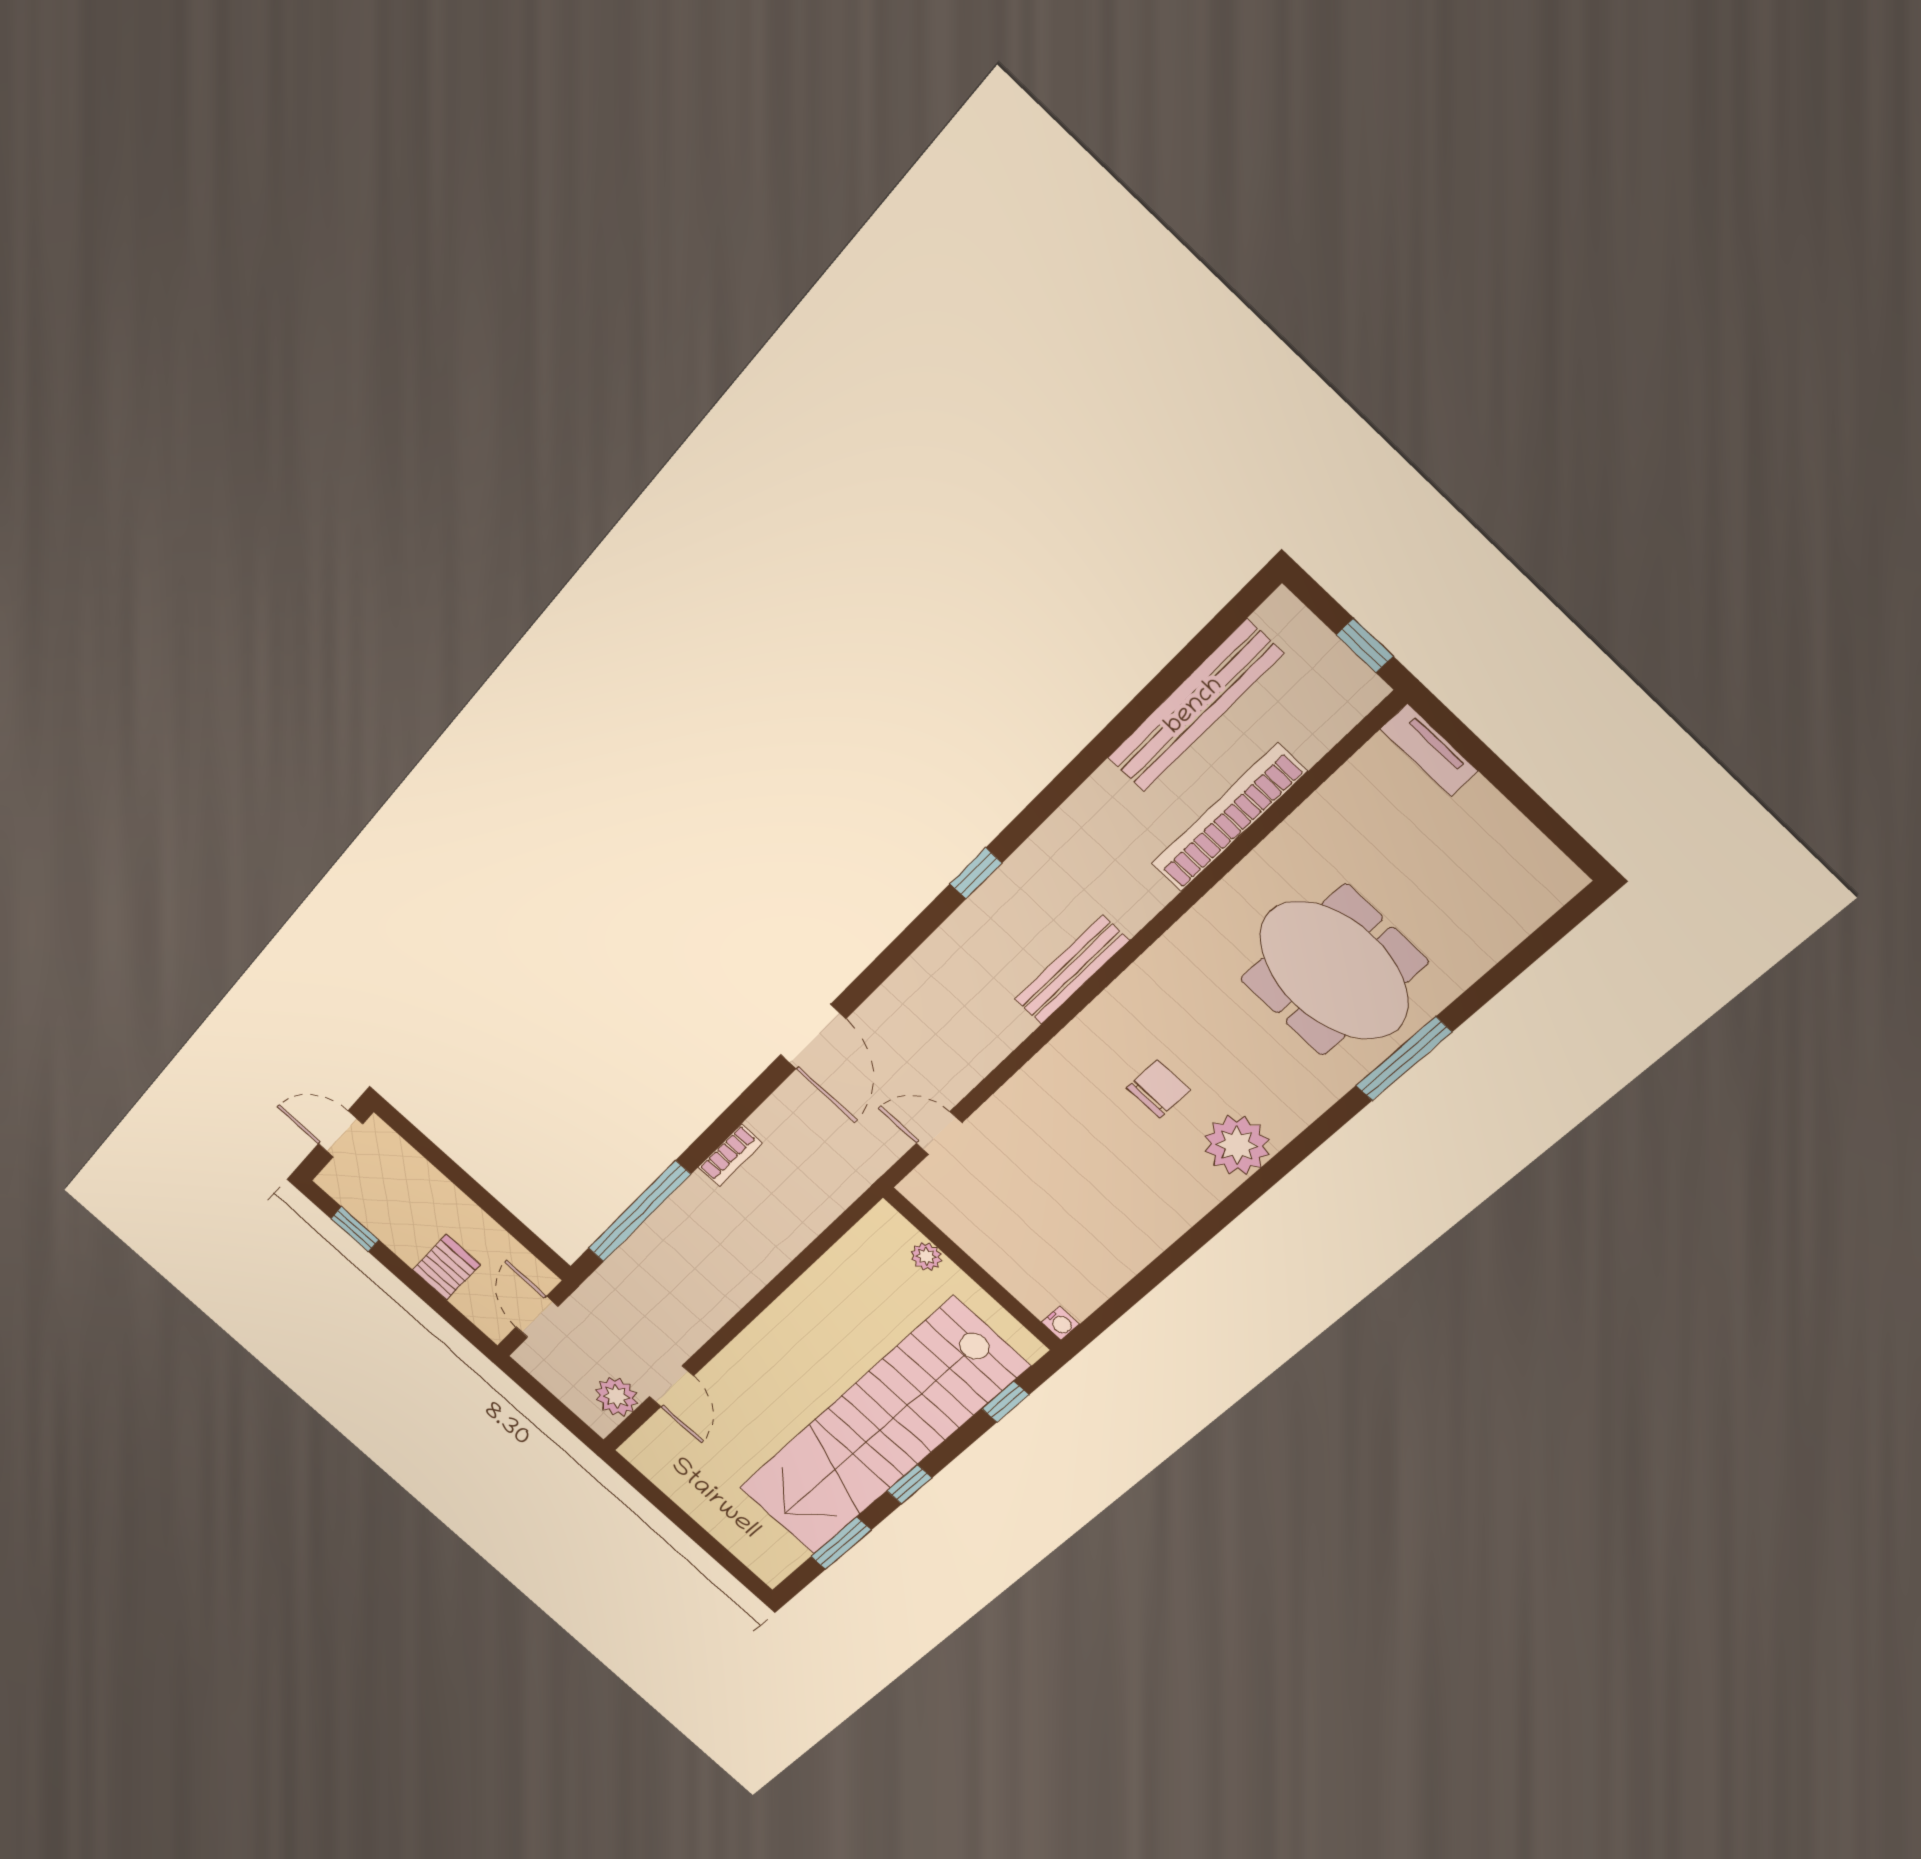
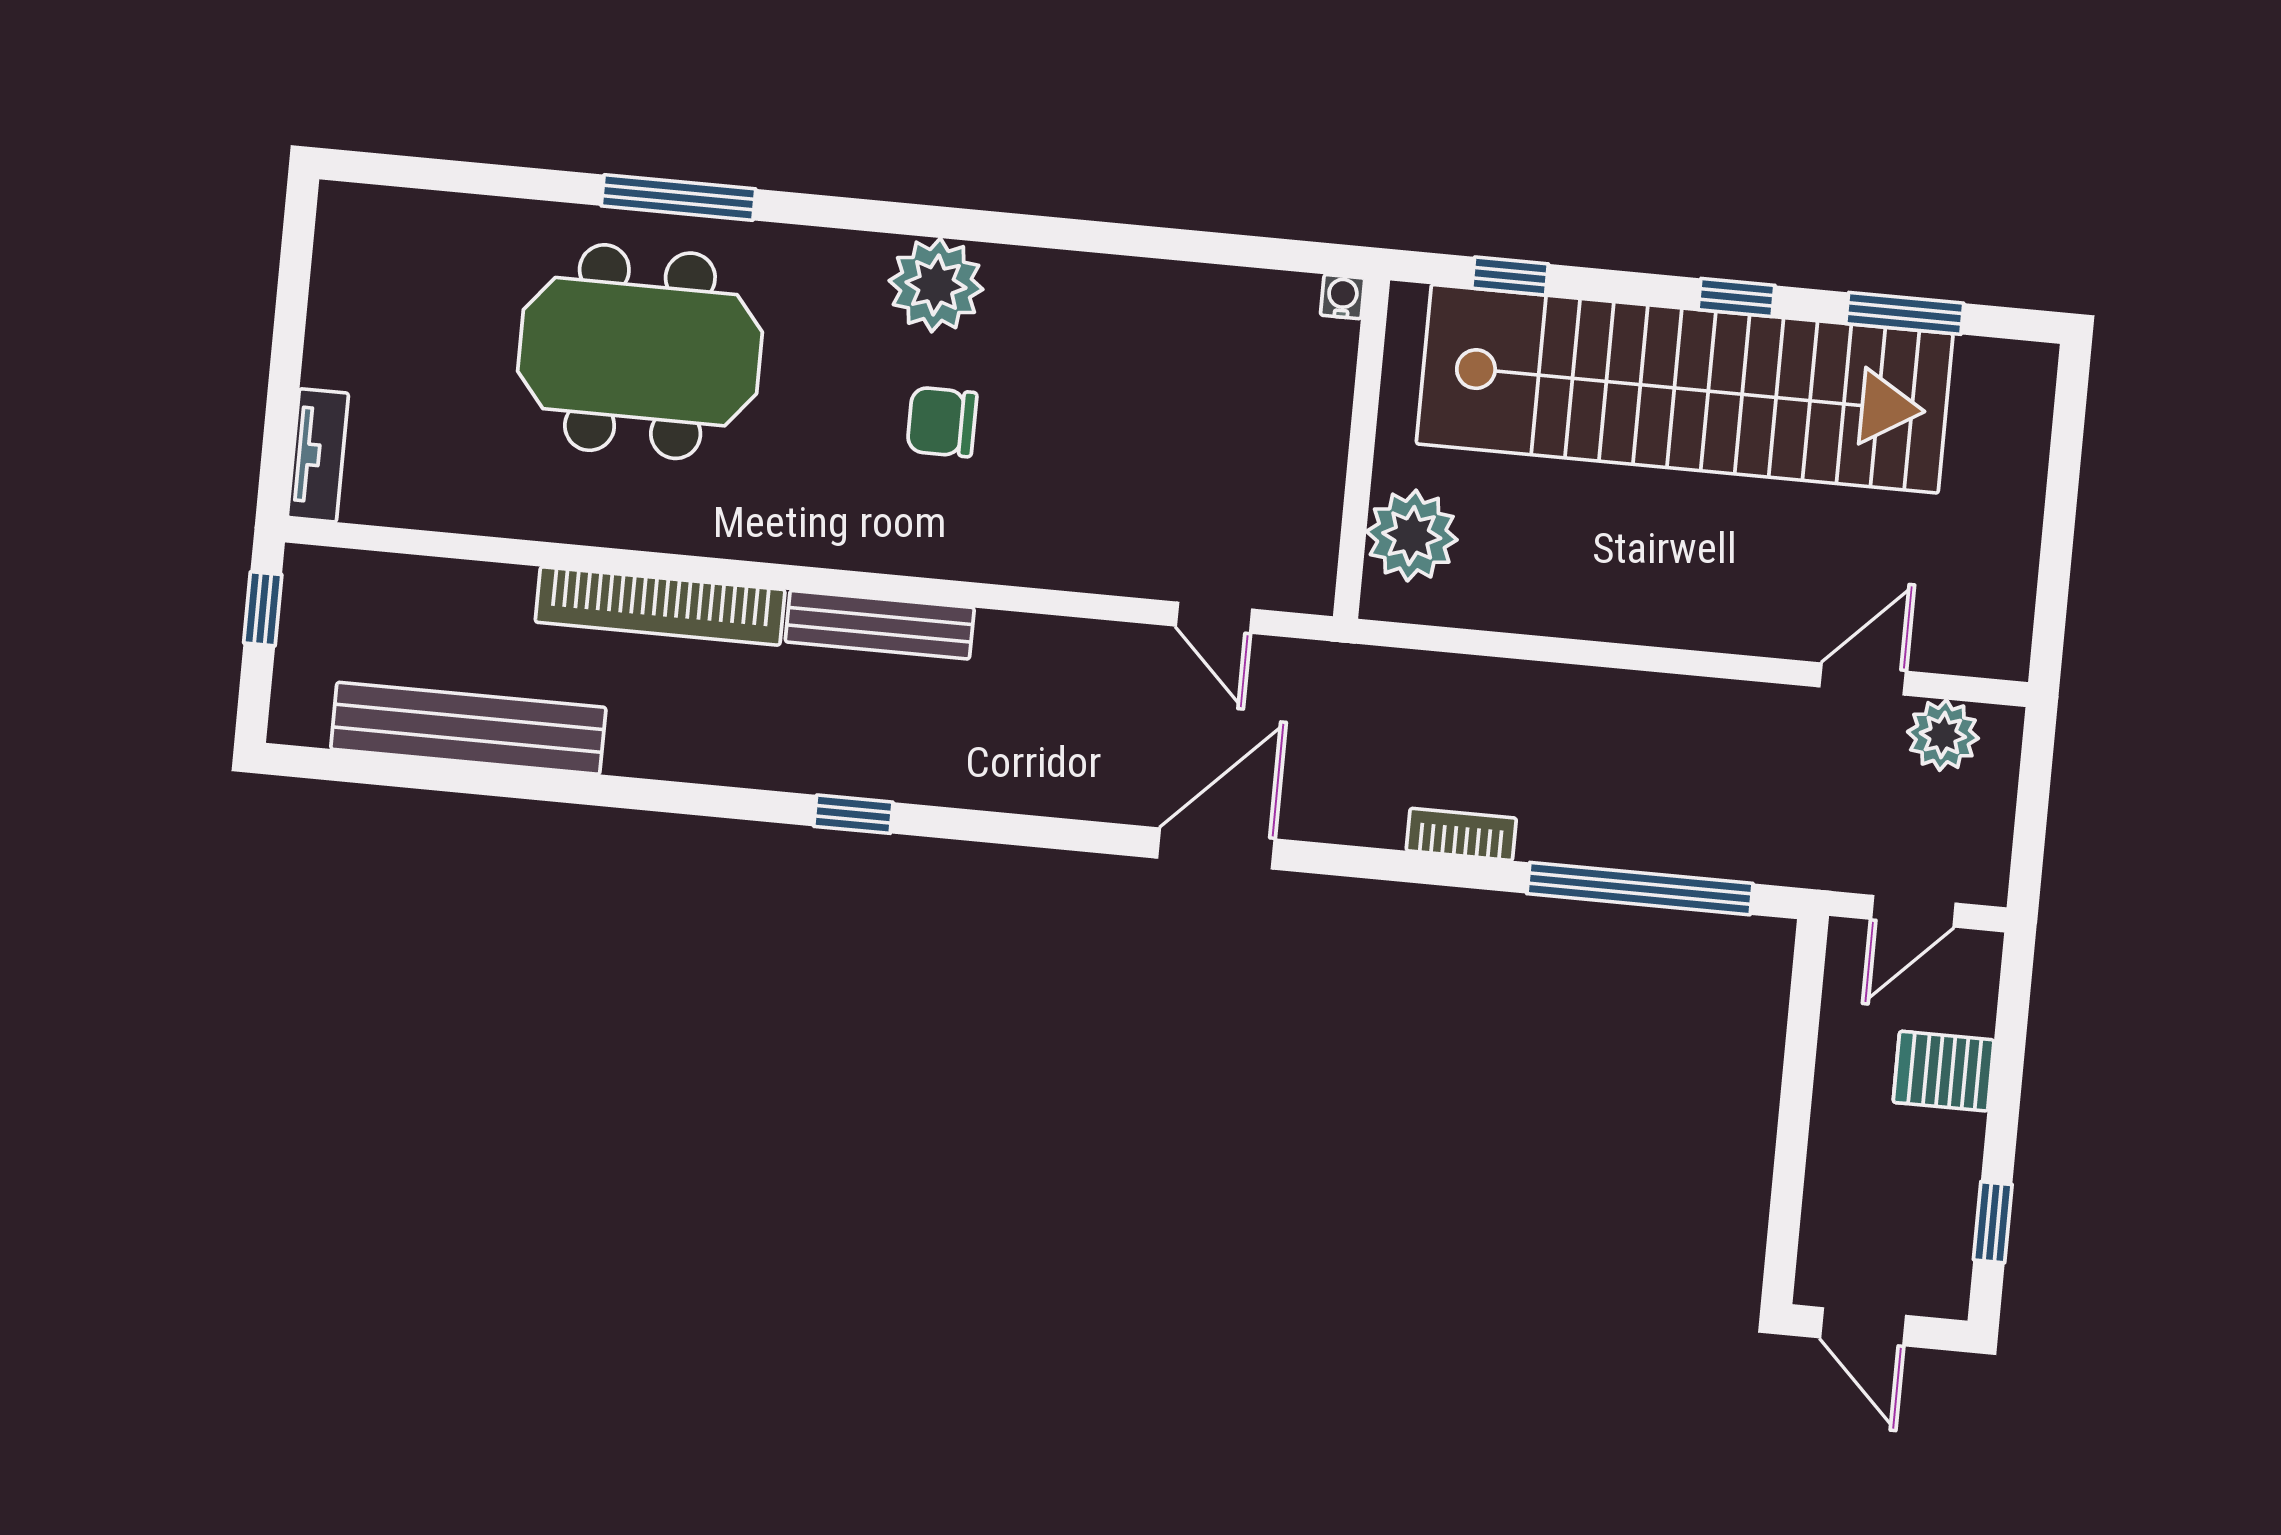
bookcase: (1229, 818) -> (660, 606), moved
meeting table: (1334, 970) -> (640, 352), turned 90
plant: (926, 1256) -> (1412, 536), width x1.88, depth x1.88

